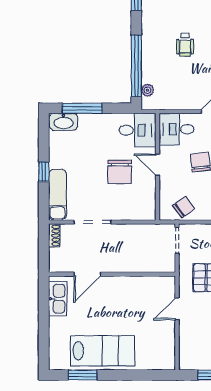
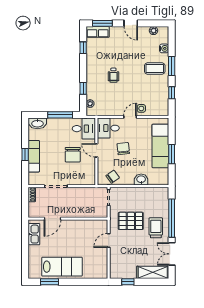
window: (136, 66) -> (83, 88), width x0.32
window: (82, 108) -> (60, 115), moved
exam couch: (57, 195) -> (34, 156), moved

